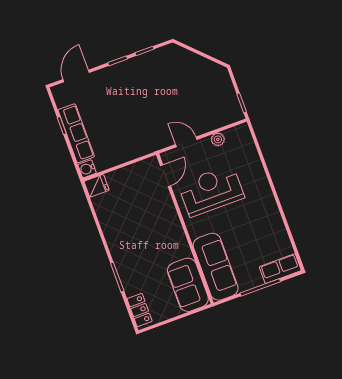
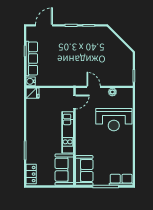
reception desk: (211, 191) -> (114, 120), moved, turned 180
kitchen unit: (172, 226) -> (68, 132), added
sofa: (216, 267) -> (84, 170), width x0.73

